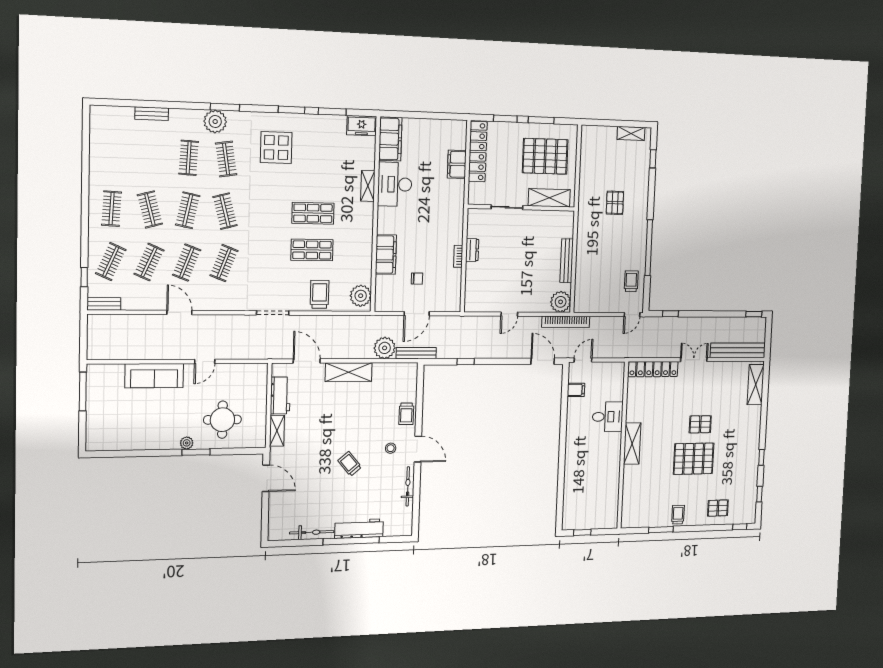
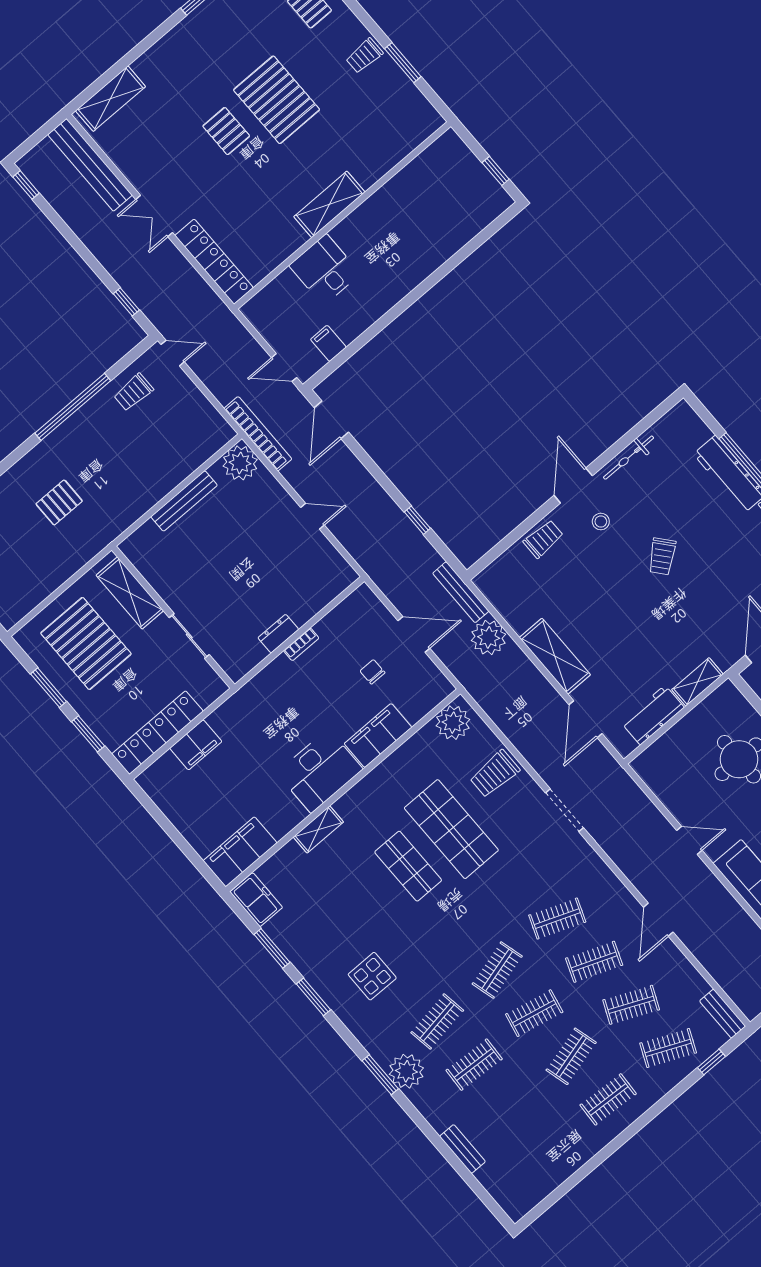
display table: (276, 148) -> (372, 976), width x0.73, depth x0.73
desk: (395, 184) -> (320, 771), moved
shop shelf: (312, 250) -> (451, 829), width x1.43, depth x1.36

